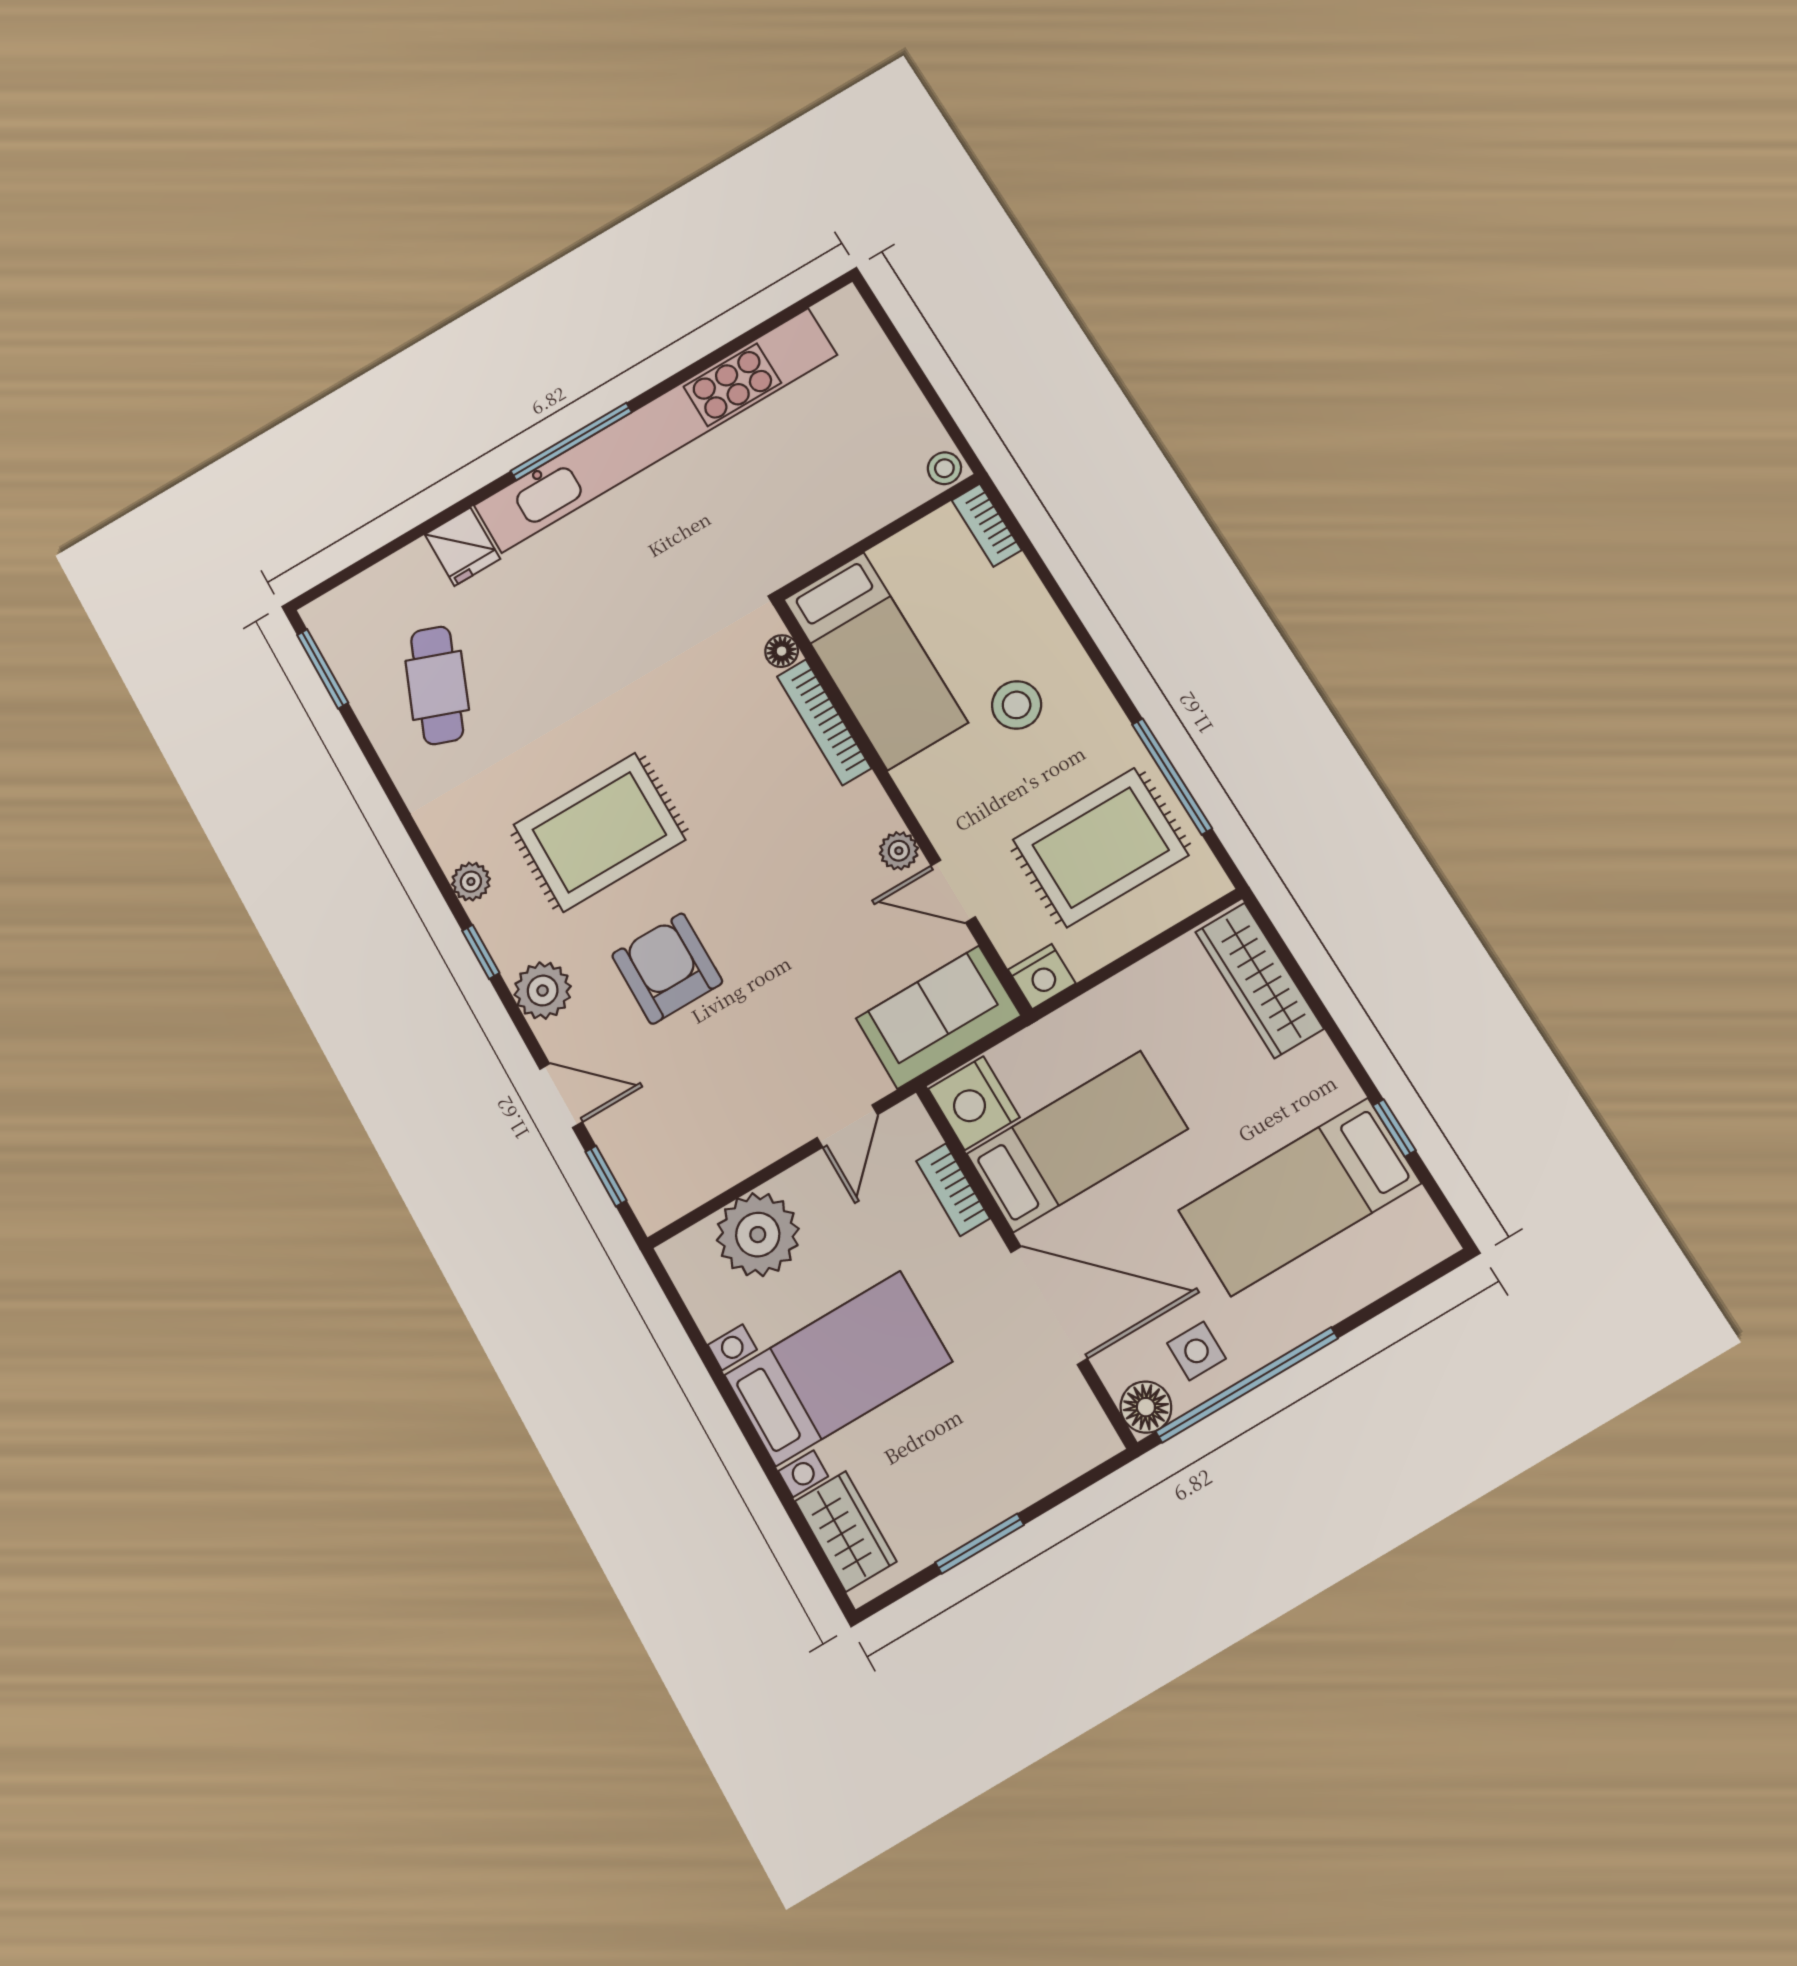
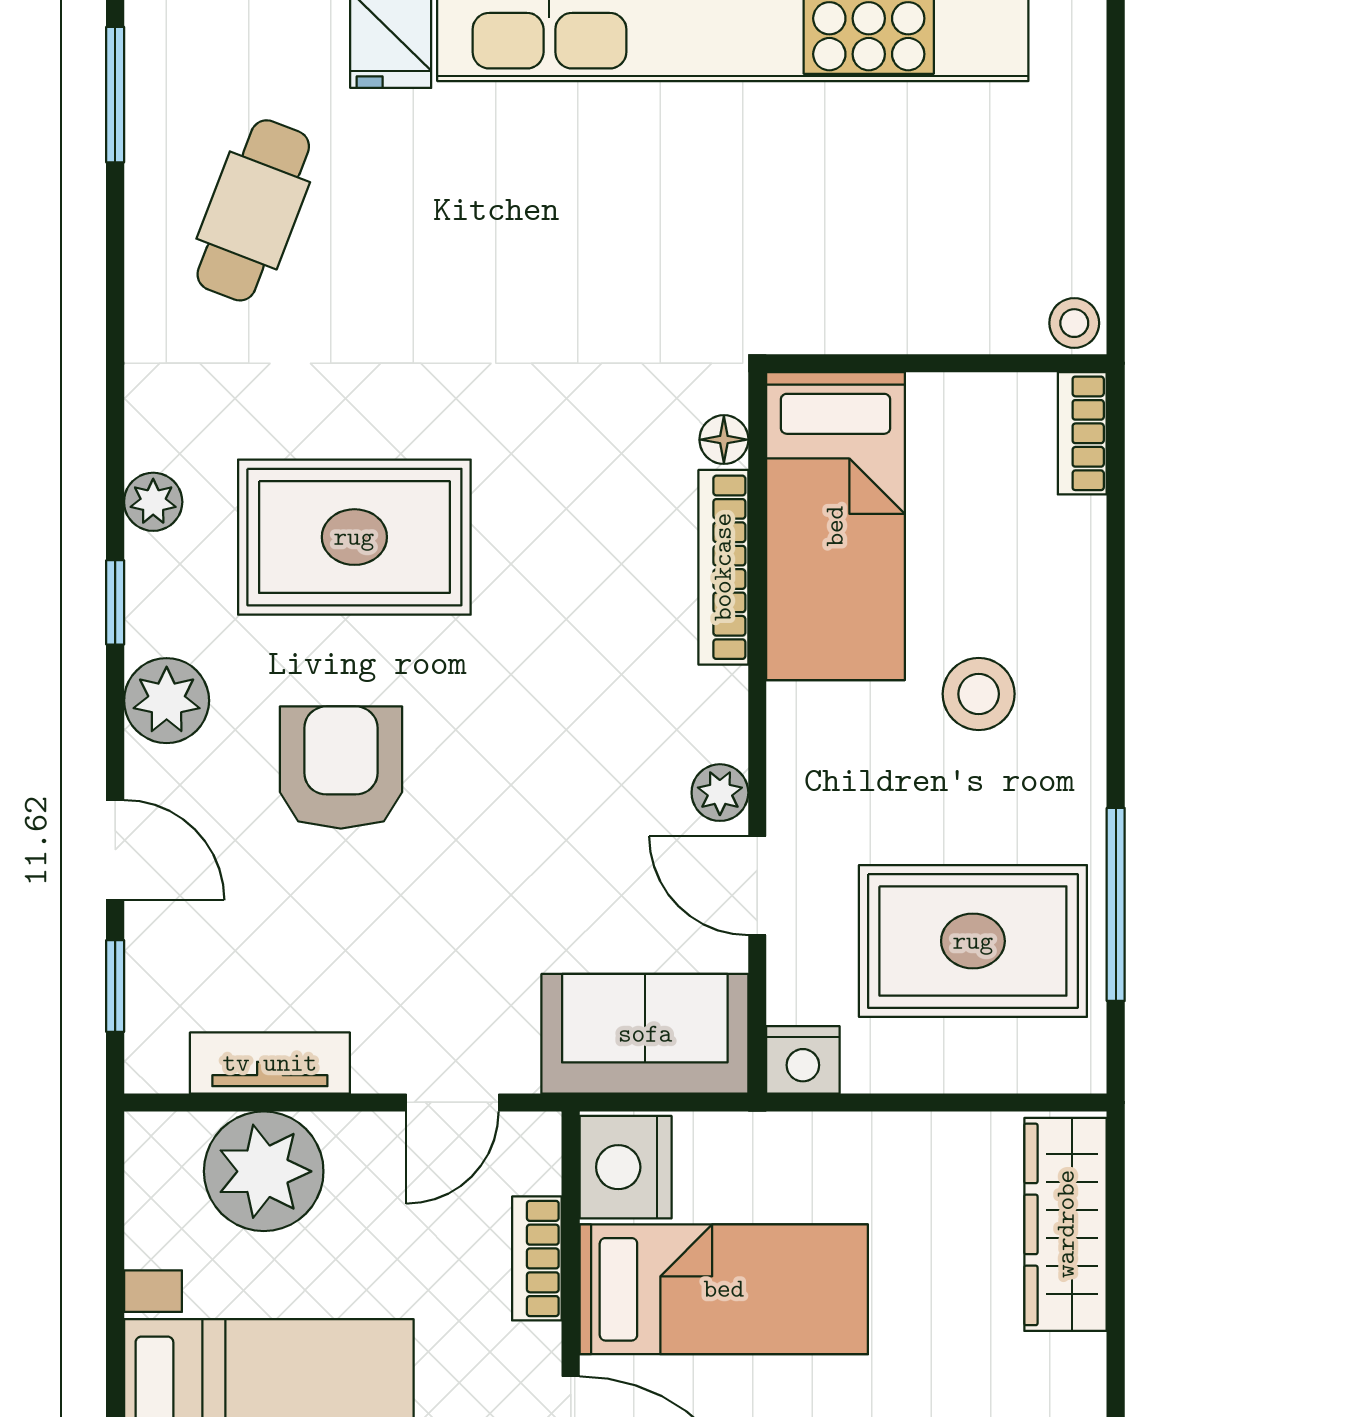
tv unit: (724, 1167) -> (270, 1063), added

